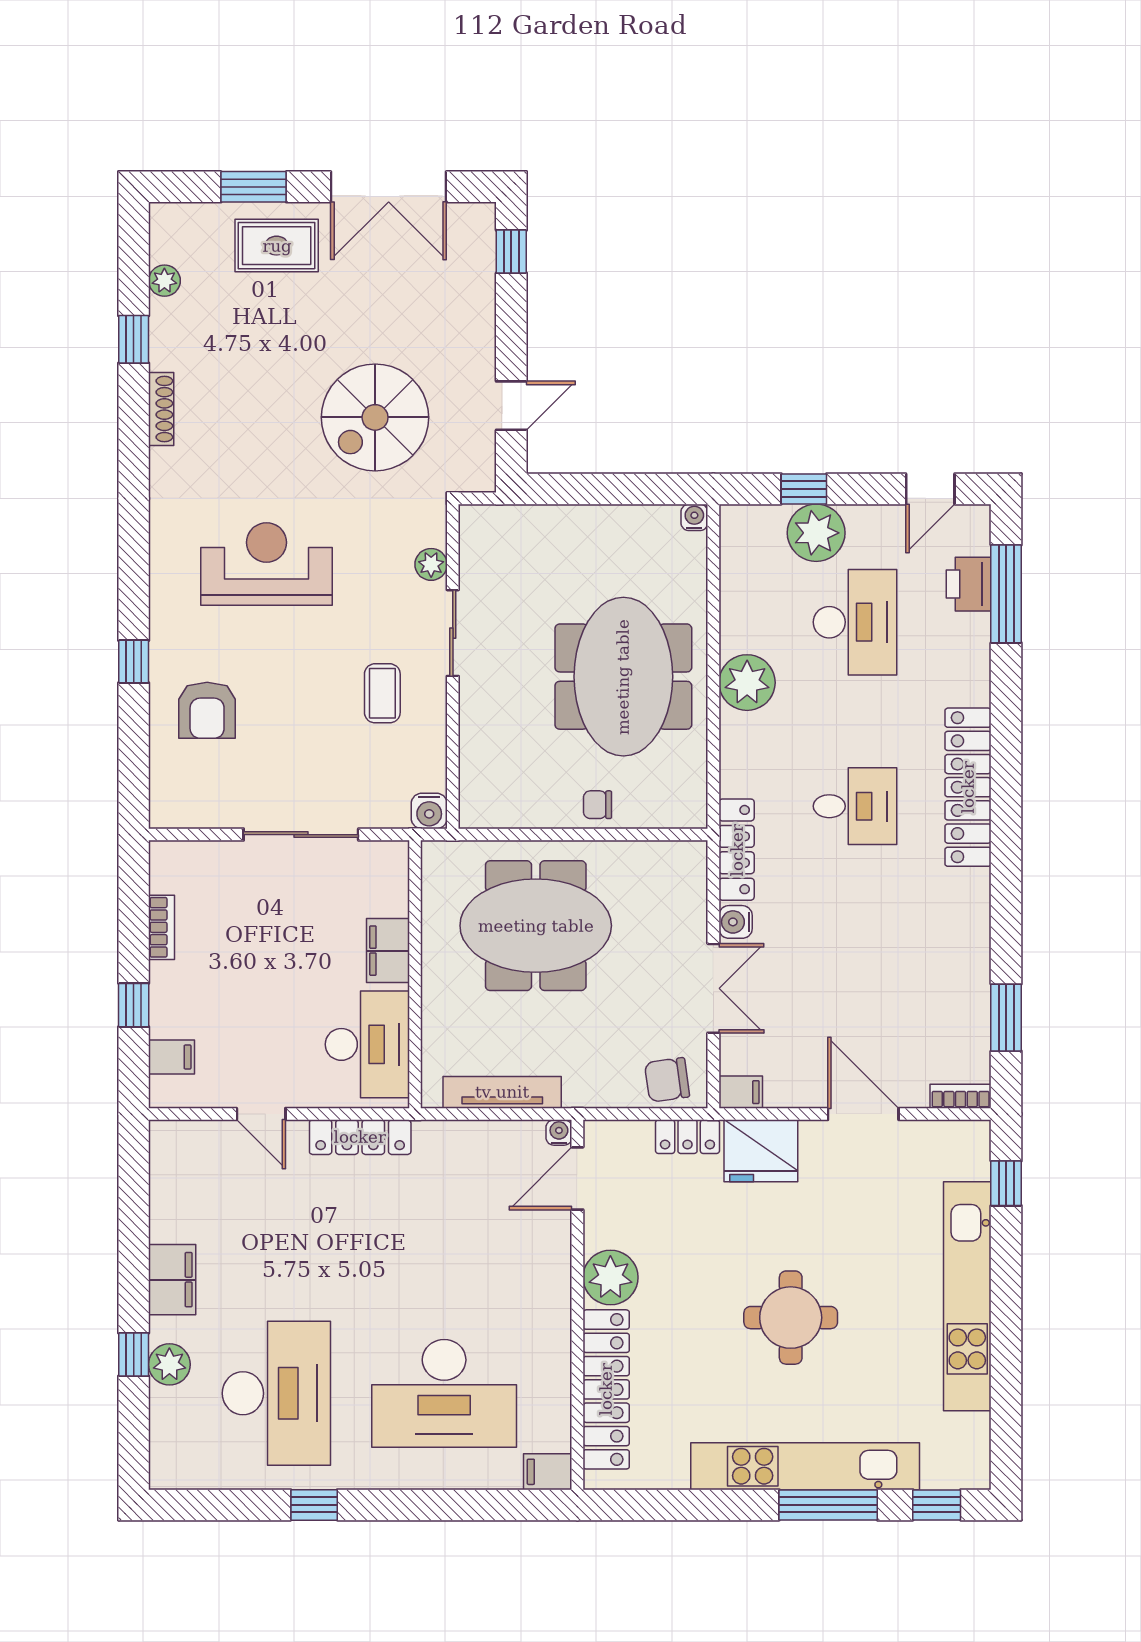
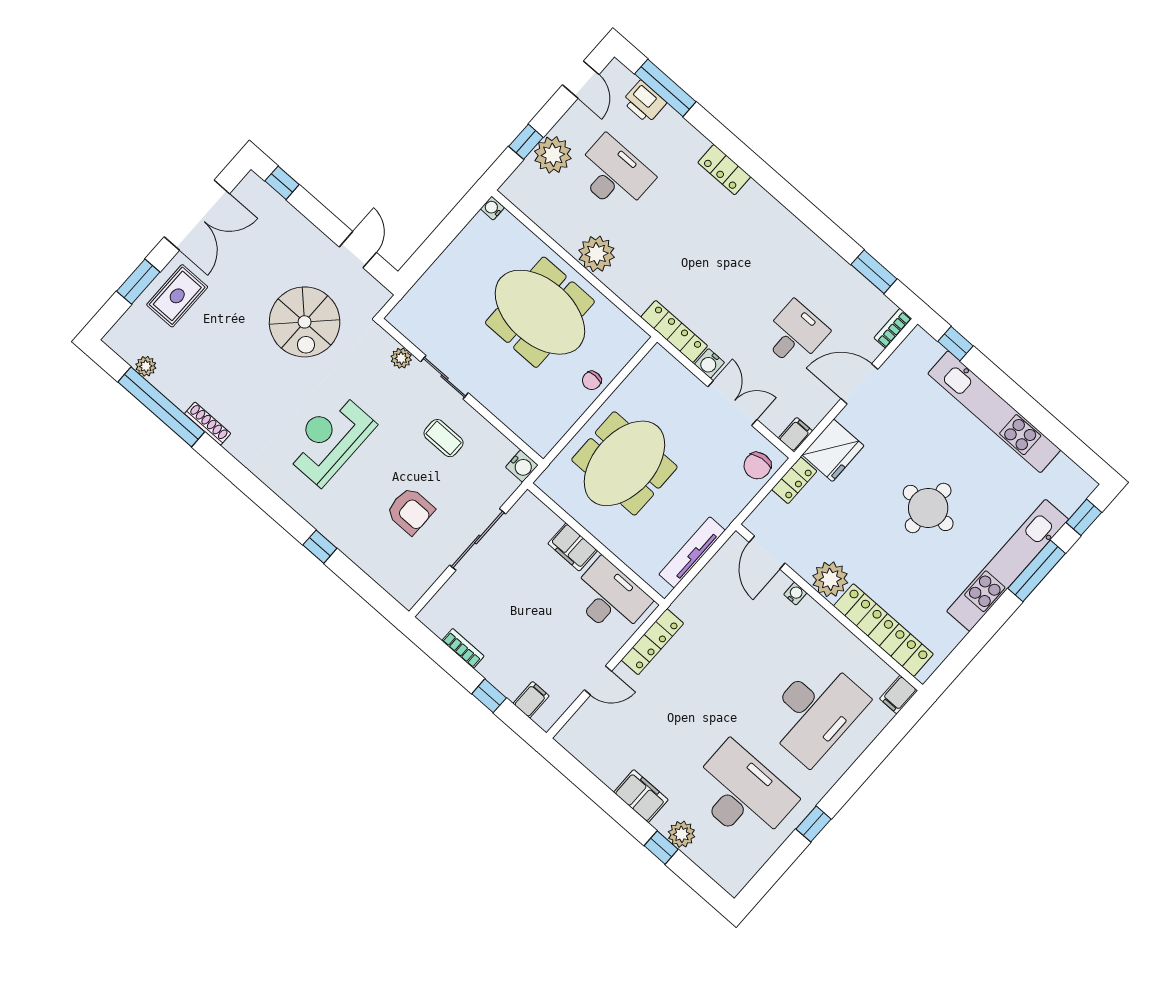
window: (134, 339) -> (161, 407), width x3.17
armchair: (207, 710) -> (410, 511), moved
locker: (968, 787) -> (724, 170), width x0.46, depth x0.83
desk: (855, 806) -> (795, 334), moved
water cooler: (559, 1132) -> (795, 594), moved, turned 90

